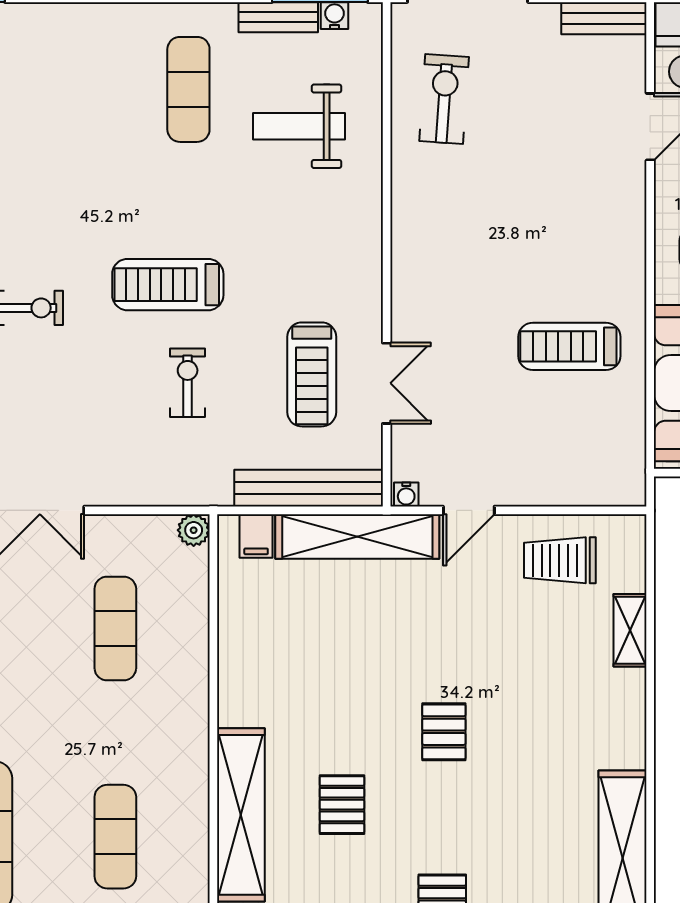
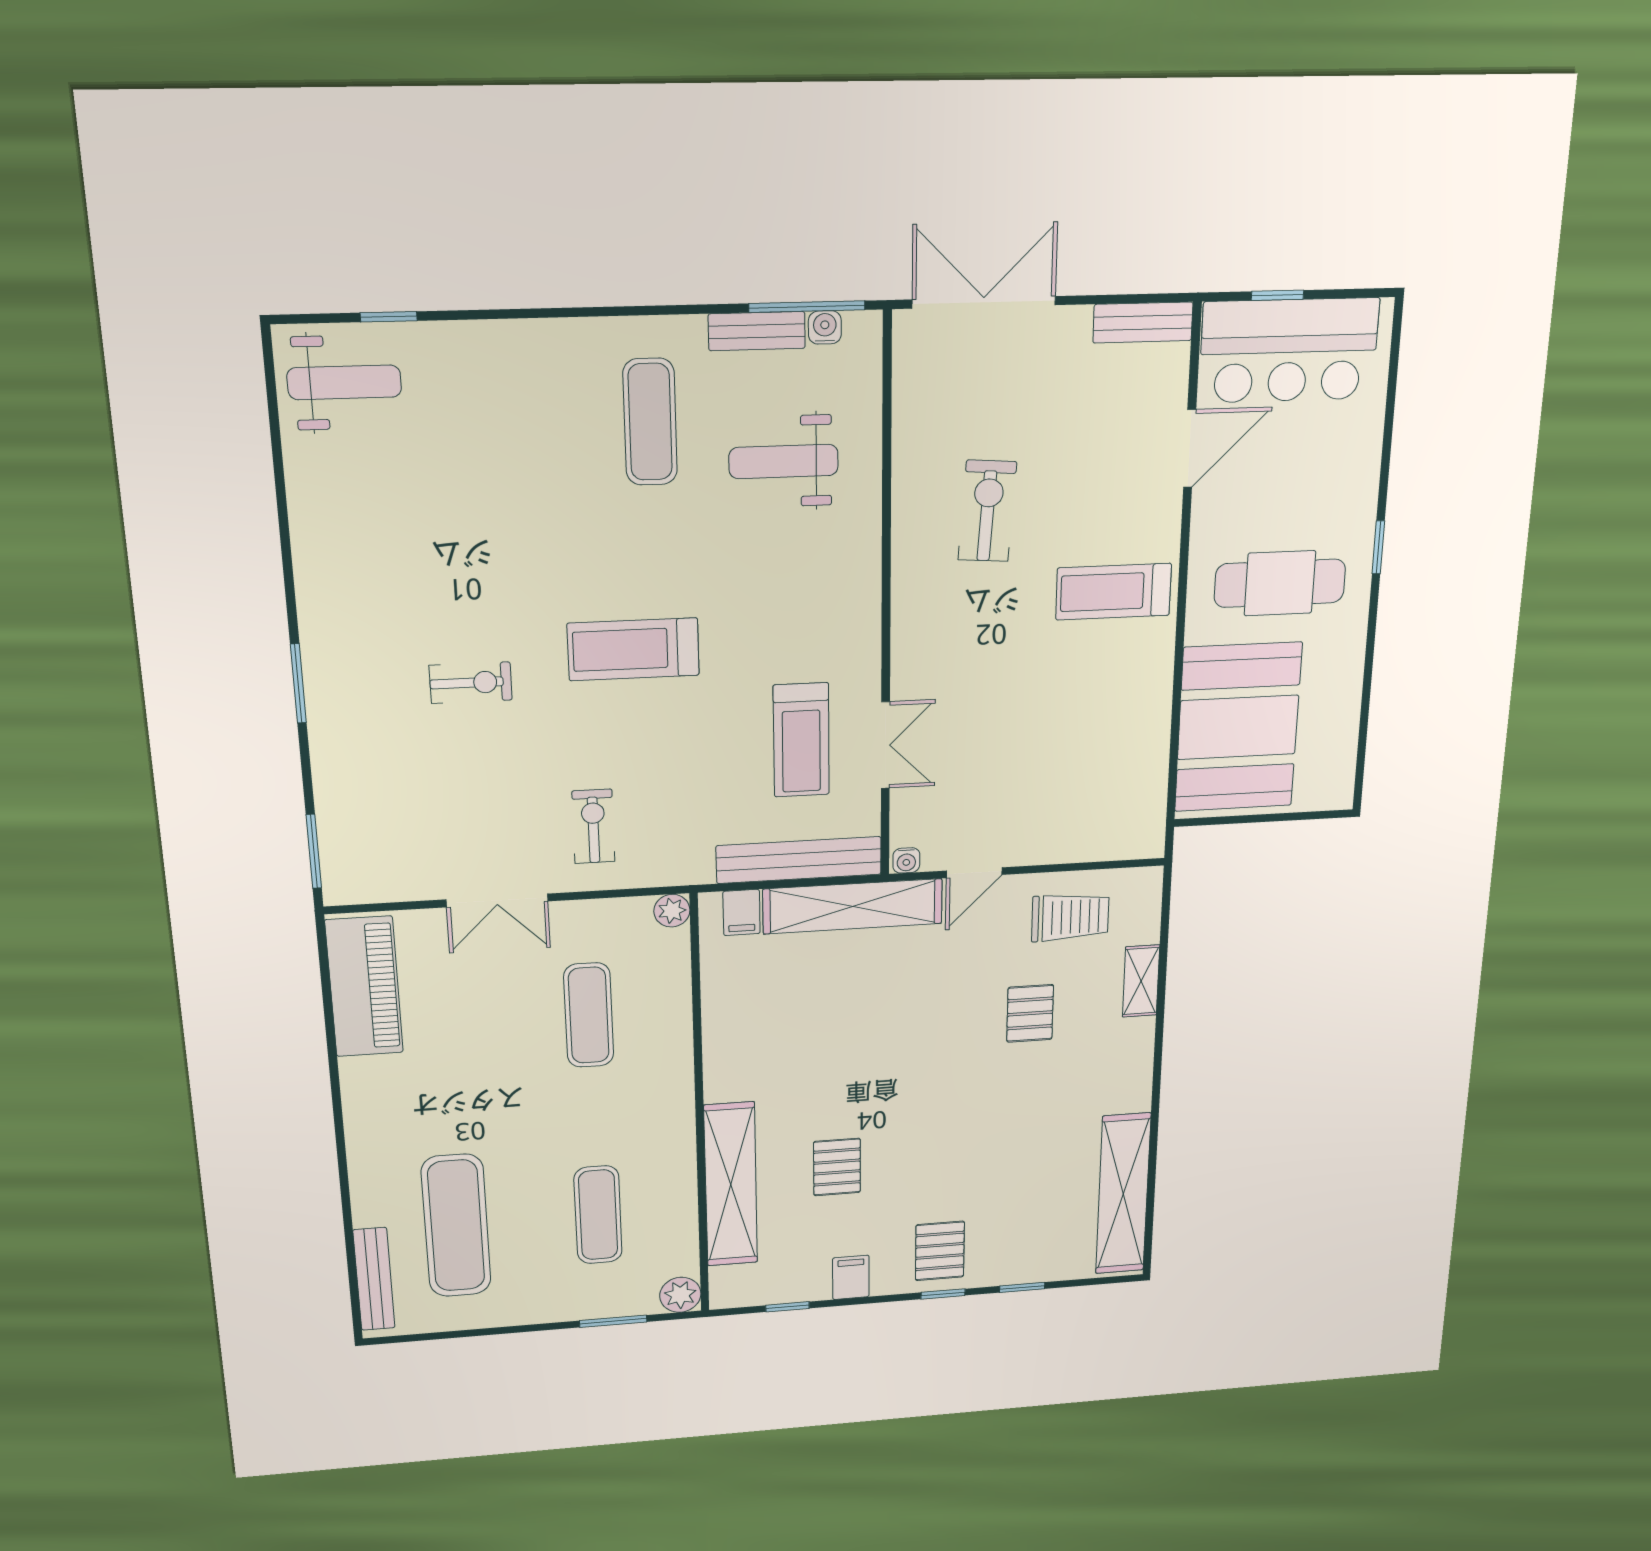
exercise bike: (444, 99) -> (987, 511), moved
treadmill: (569, 346) -> (1114, 592), moved
exercise bike: (188, 383) -> (593, 826), moved
trolley: (560, 560) -> (1070, 917), turned 180
pallet: (444, 732) -> (1030, 1013), moved

